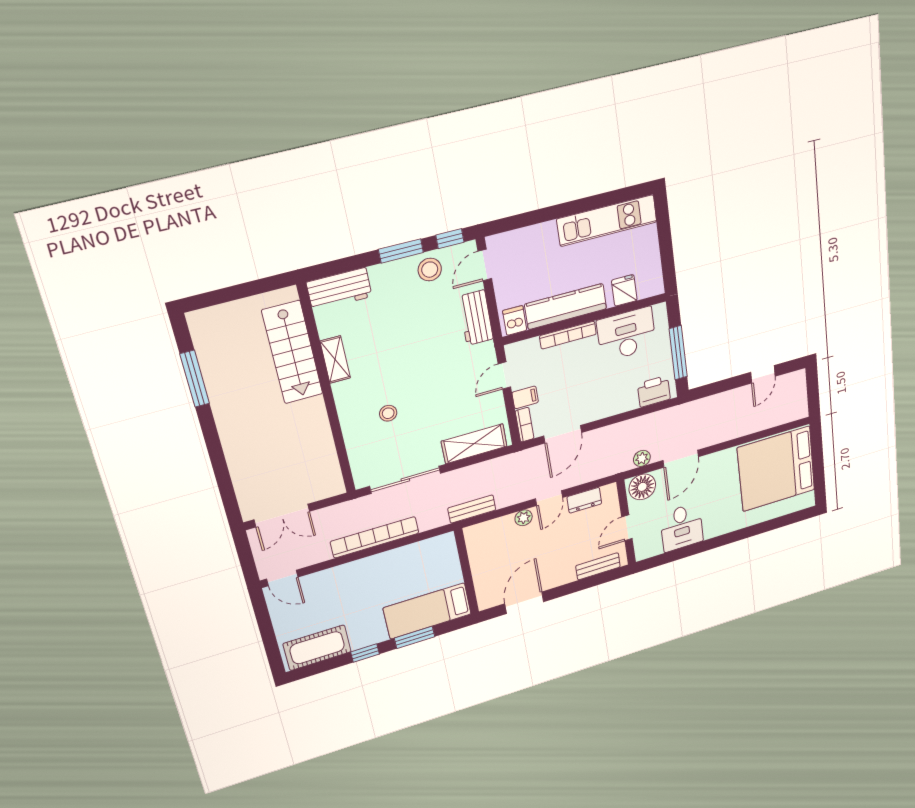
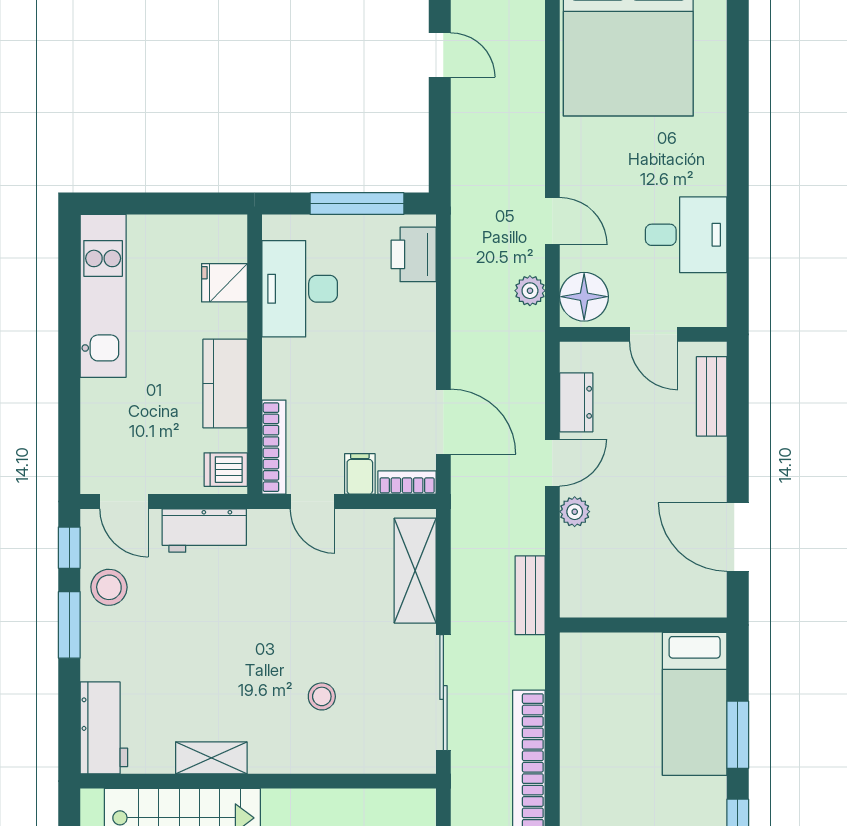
kitchen counter: (566, 306) -> (225, 383), width x0.67
bookcase: (568, 335) -> (274, 447), moved
door: (681, 459) -> (552, 221), width x0.73
door: (549, 498) -> (552, 463), hinge flipped

